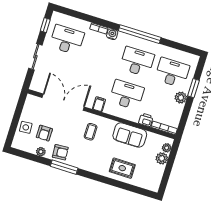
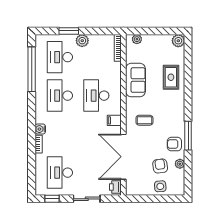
window: (140, 34) -> (32, 69), moved
printer: (146, 120) -> (115, 187), moved
armchair: (44, 133) -> (160, 166), turned -98
armchair: (60, 152) -> (174, 144), turned -86
plant: (162, 158) -> (178, 41), moved

